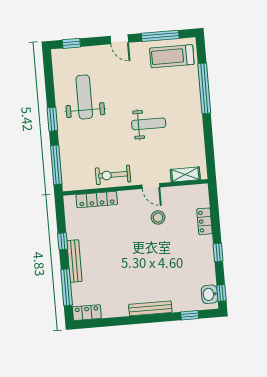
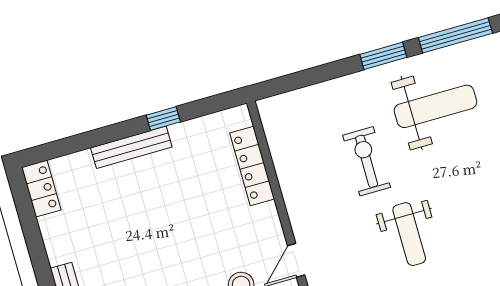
window: (56, 165) -> (455, 35), moved
exercise bike: (113, 175) -> (367, 161), moved
window: (67, 287) -> (80, 142), removed

